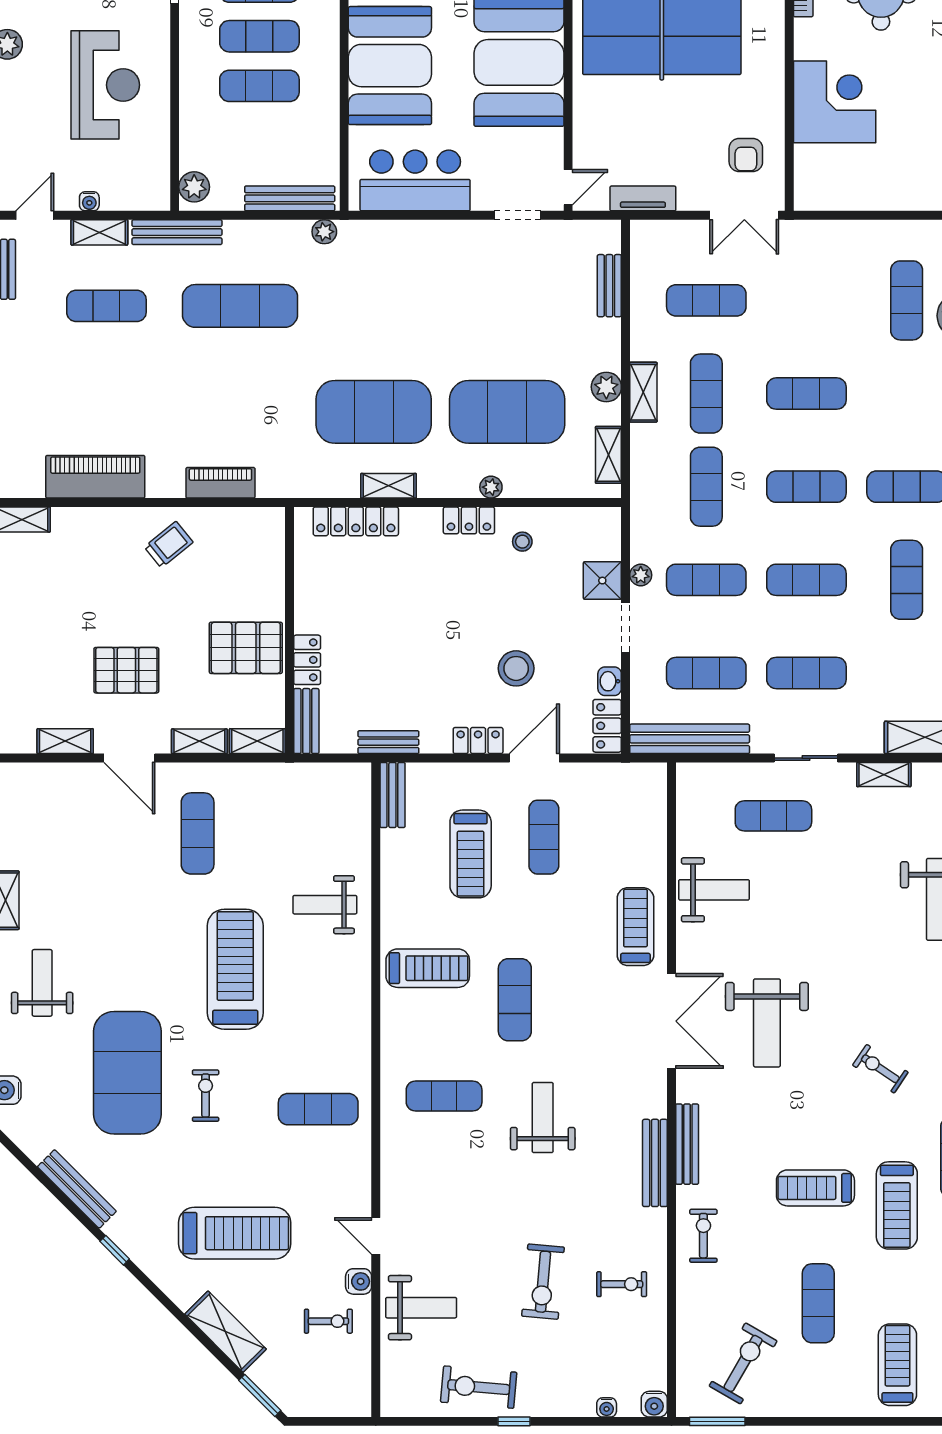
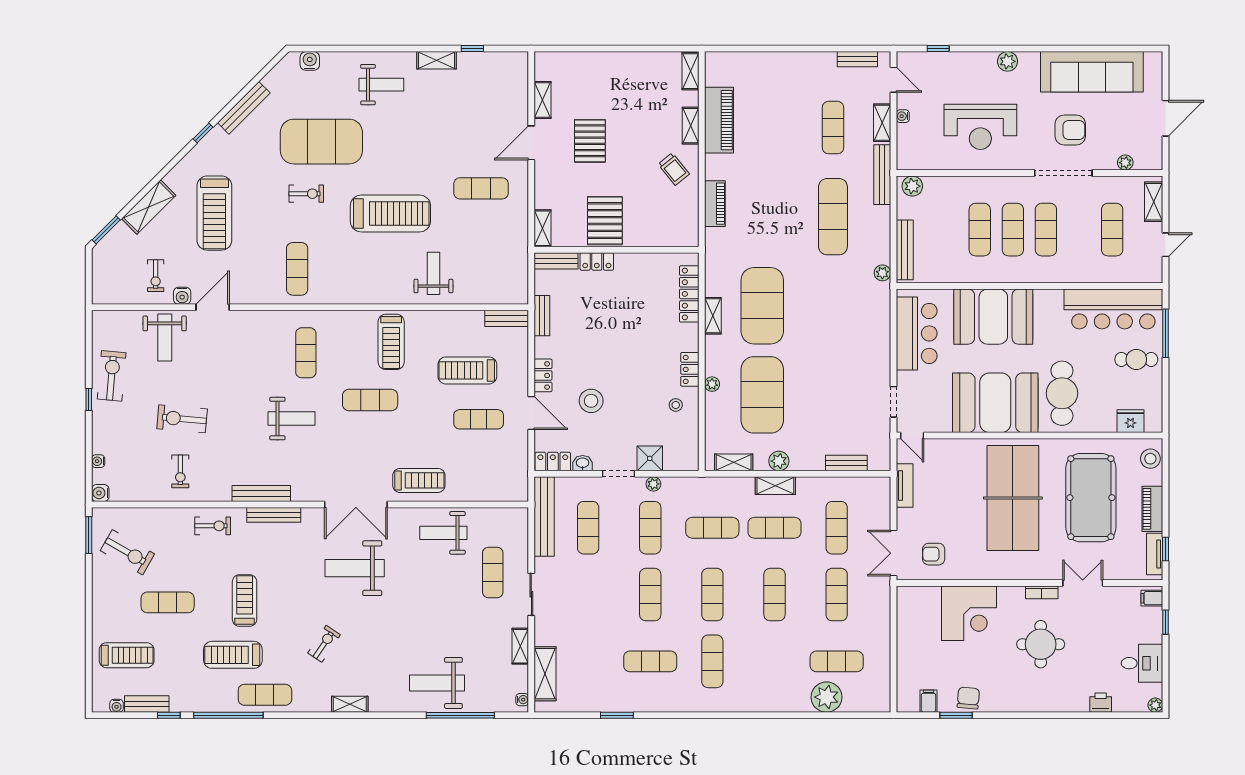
exercise mat: (806, 673) -> (837, 595), moved
shelving: (199, 741) -> (691, 126), moved
weight bench: (714, 890) -> (443, 533), turned 90
door: (376, 1236) -> (213, 307), width x1.38

